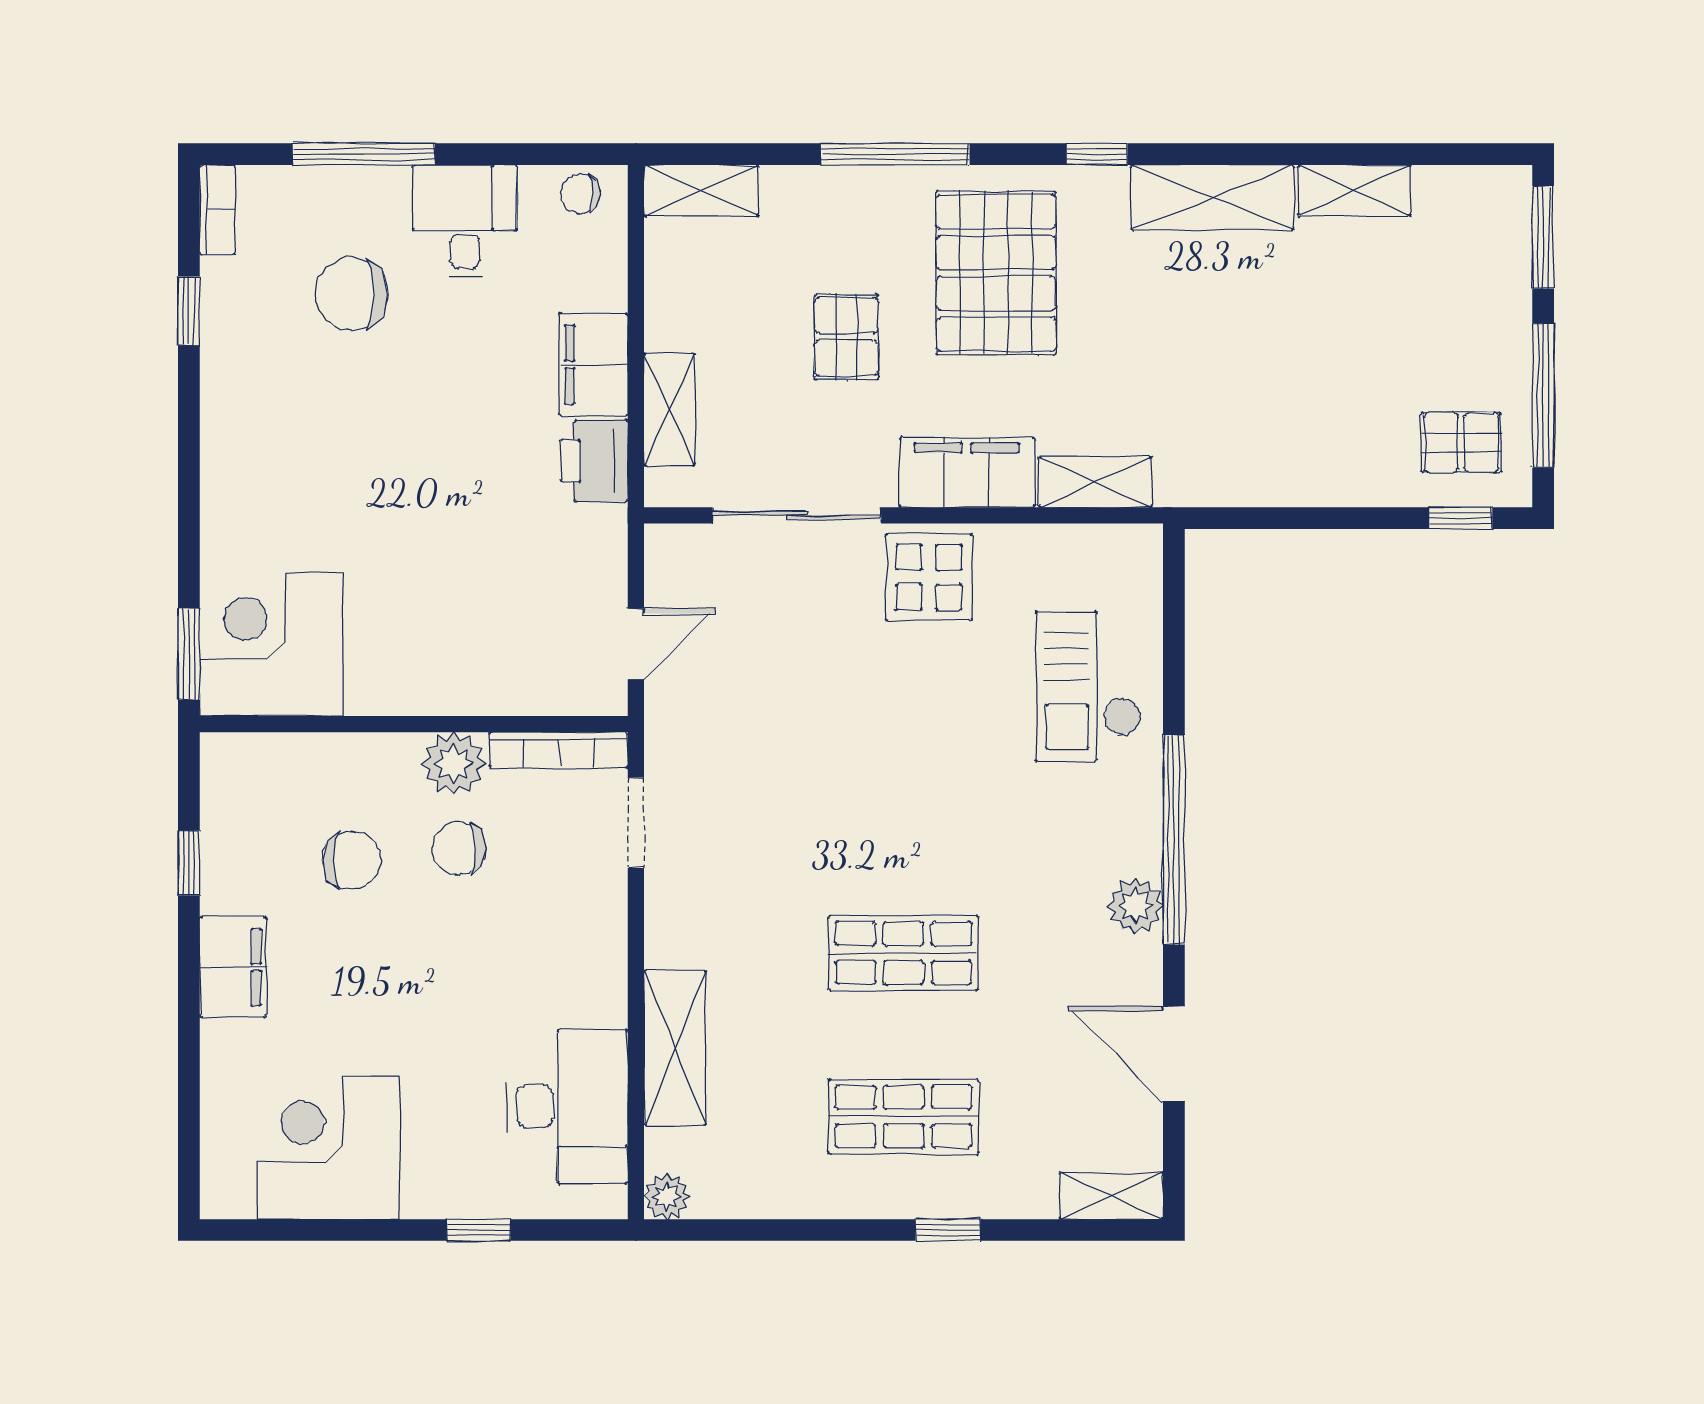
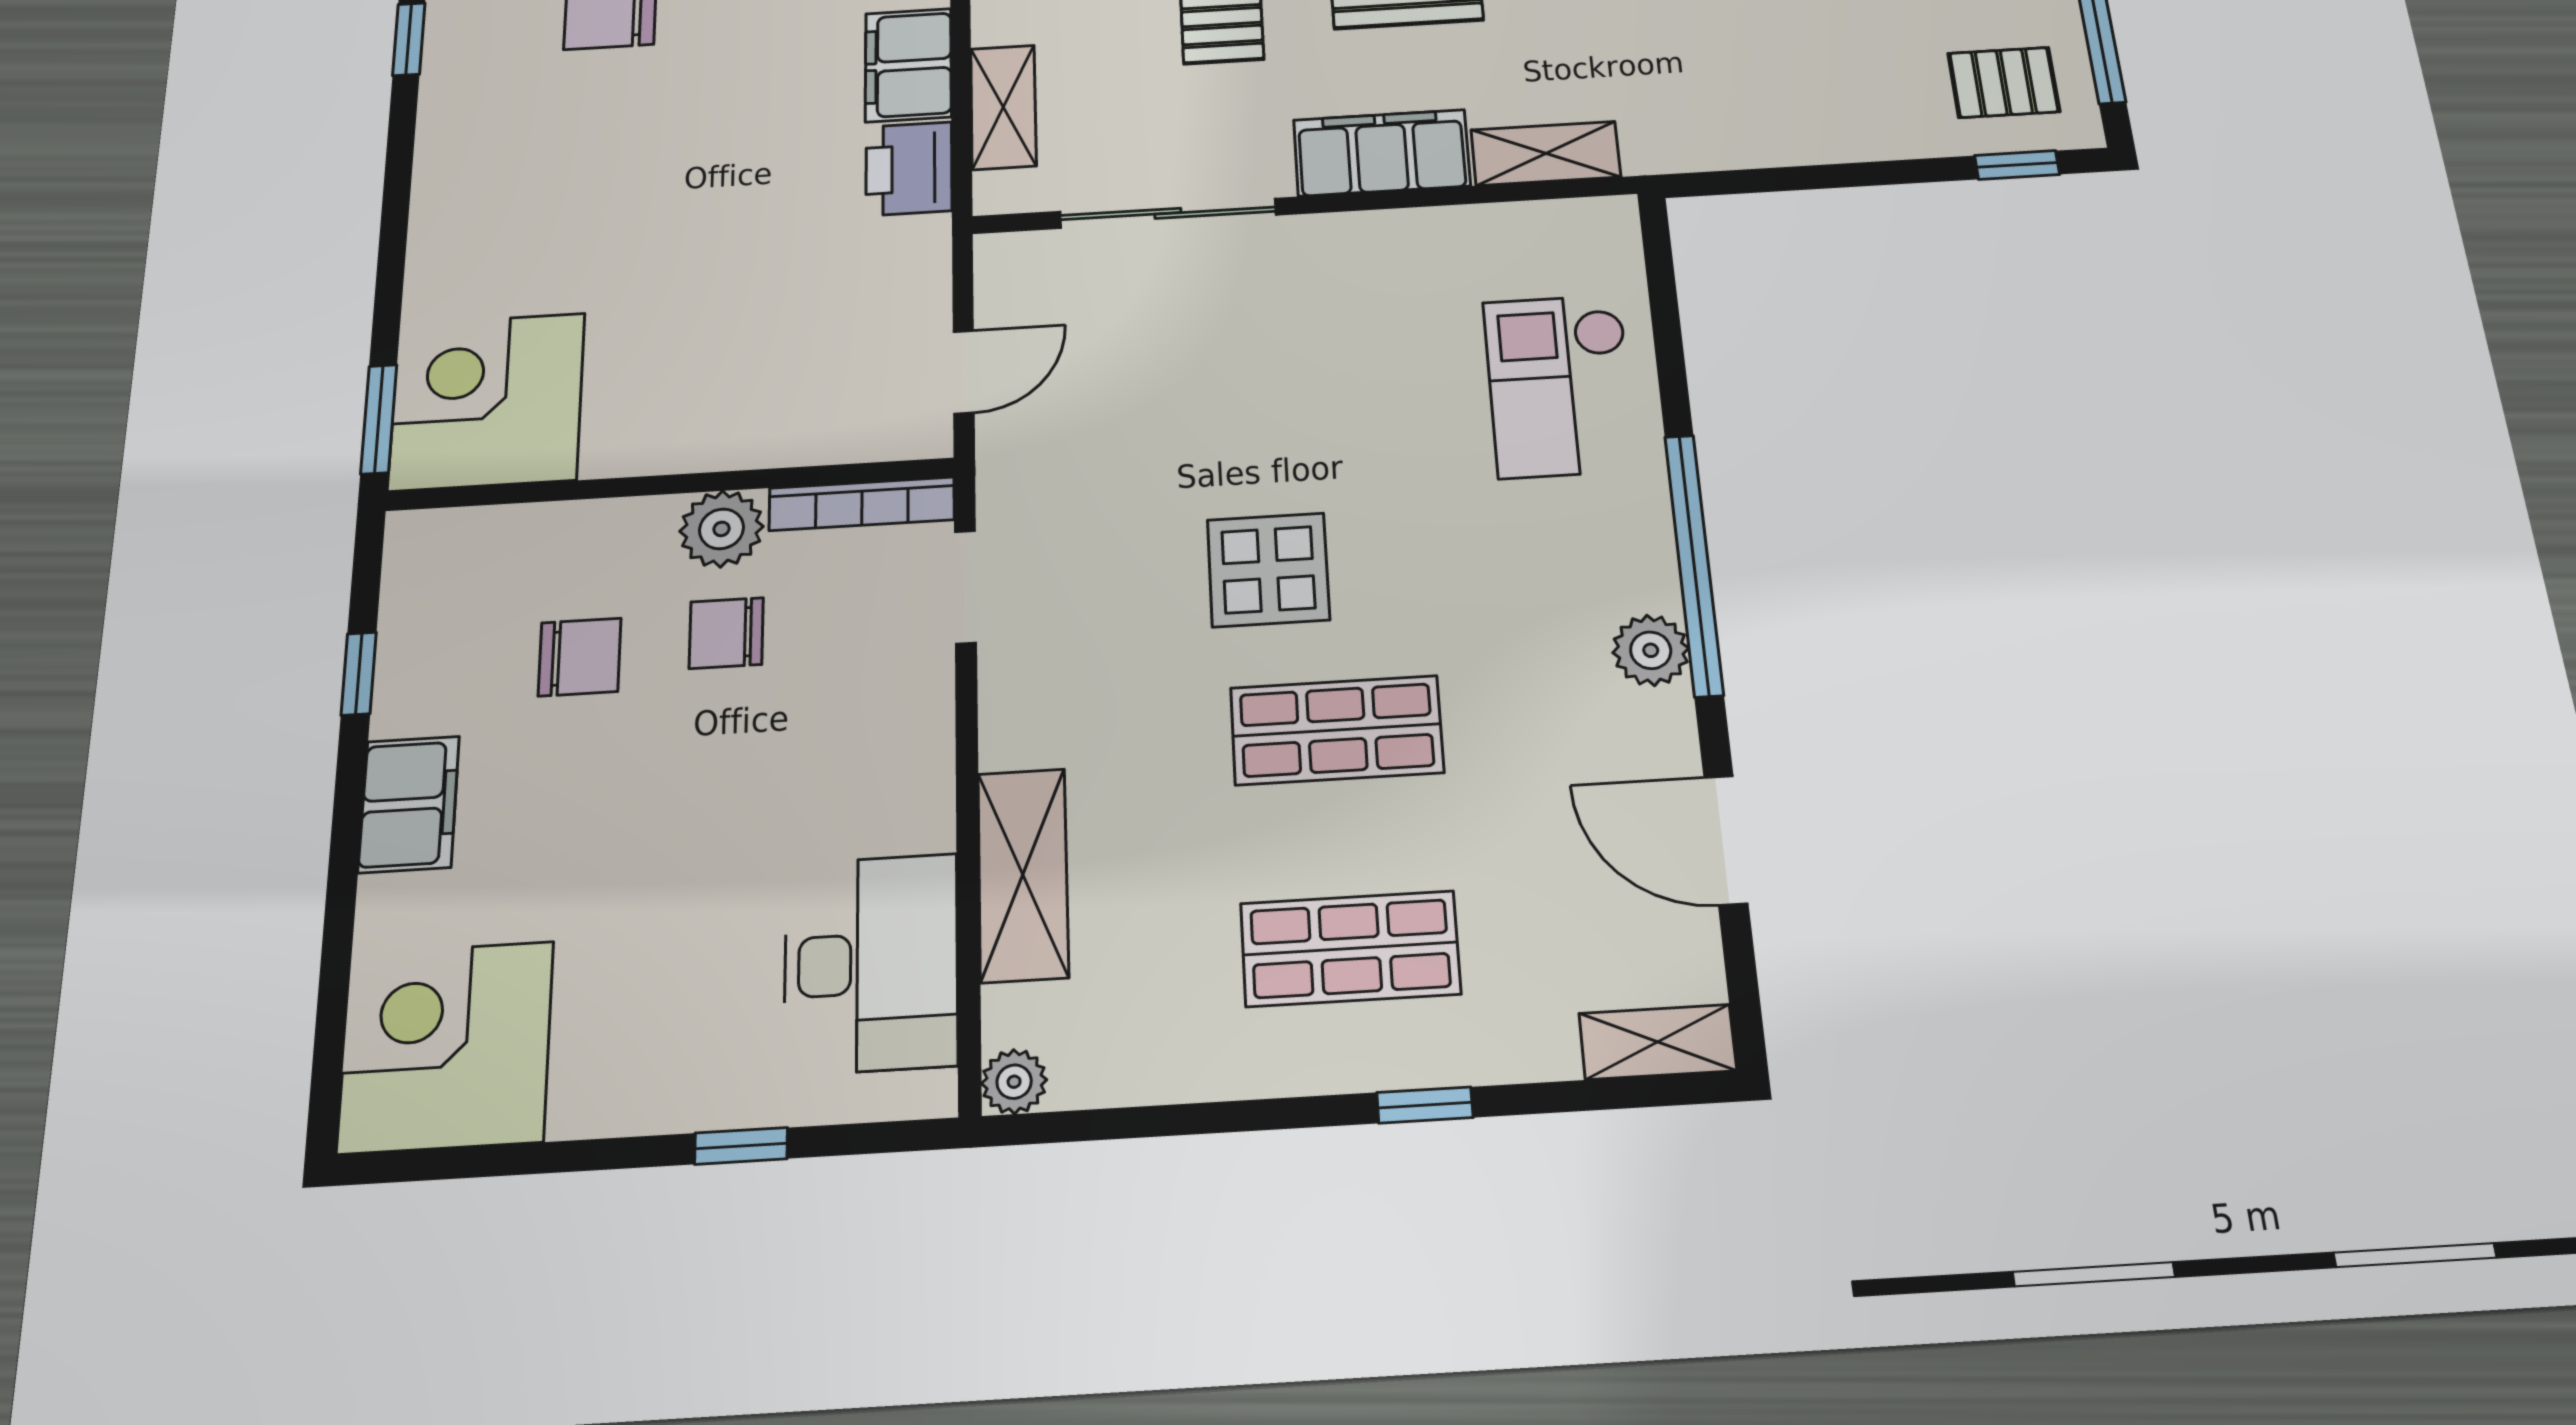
display table: (929, 577) -> (1268, 570), moved
corner desk: (328, 1148) -> (446, 1047), moved

